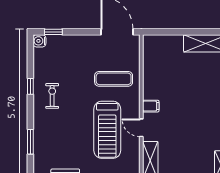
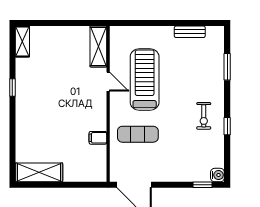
filing cabinet: (151, 106) -> (98, 138), moved

